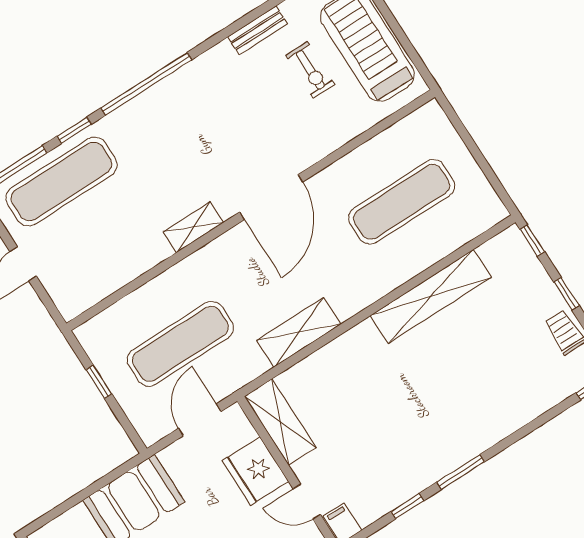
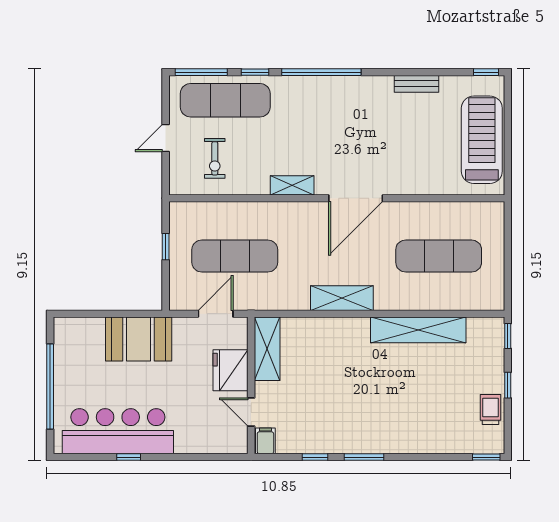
exercise bike: (310, 70) -> (215, 158), moved
shelving: (299, 332) -> (342, 298), moved

